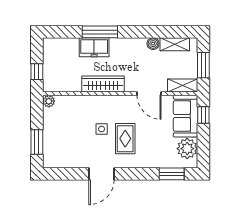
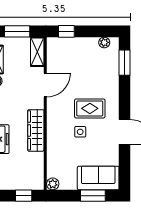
sofa: (185, 116) -> (98, 178), moved, turned 180
plant: (187, 149) -> (104, 42), width x0.53, depth x0.53

